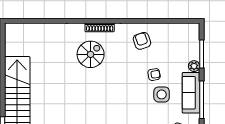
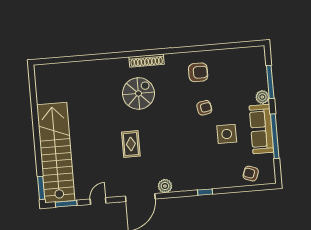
armchair: (142, 41) -> (198, 72), turned 109
armchair: (154, 75) -> (204, 108), moved
rug: (81, 96) -> (131, 144), added

